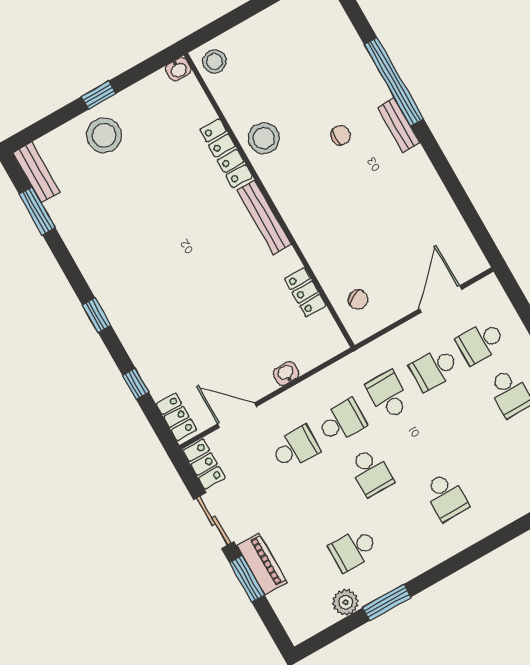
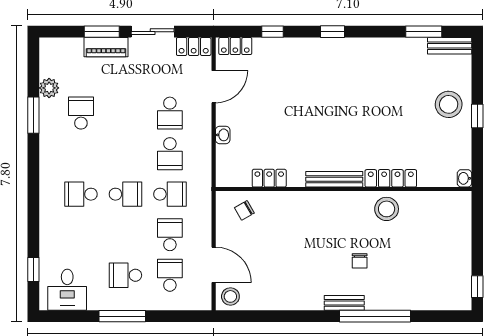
stool: (215, 62) -> (230, 296), moved
school desk: (371, 472) -> (125, 194), moved, turned 180

